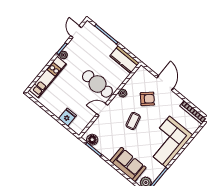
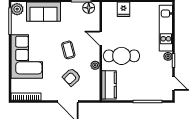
kitchen counter: (124, 60) -> (109, 85), moved, turned 90
door: (102, 110) -> (101, 38), swing flipped

